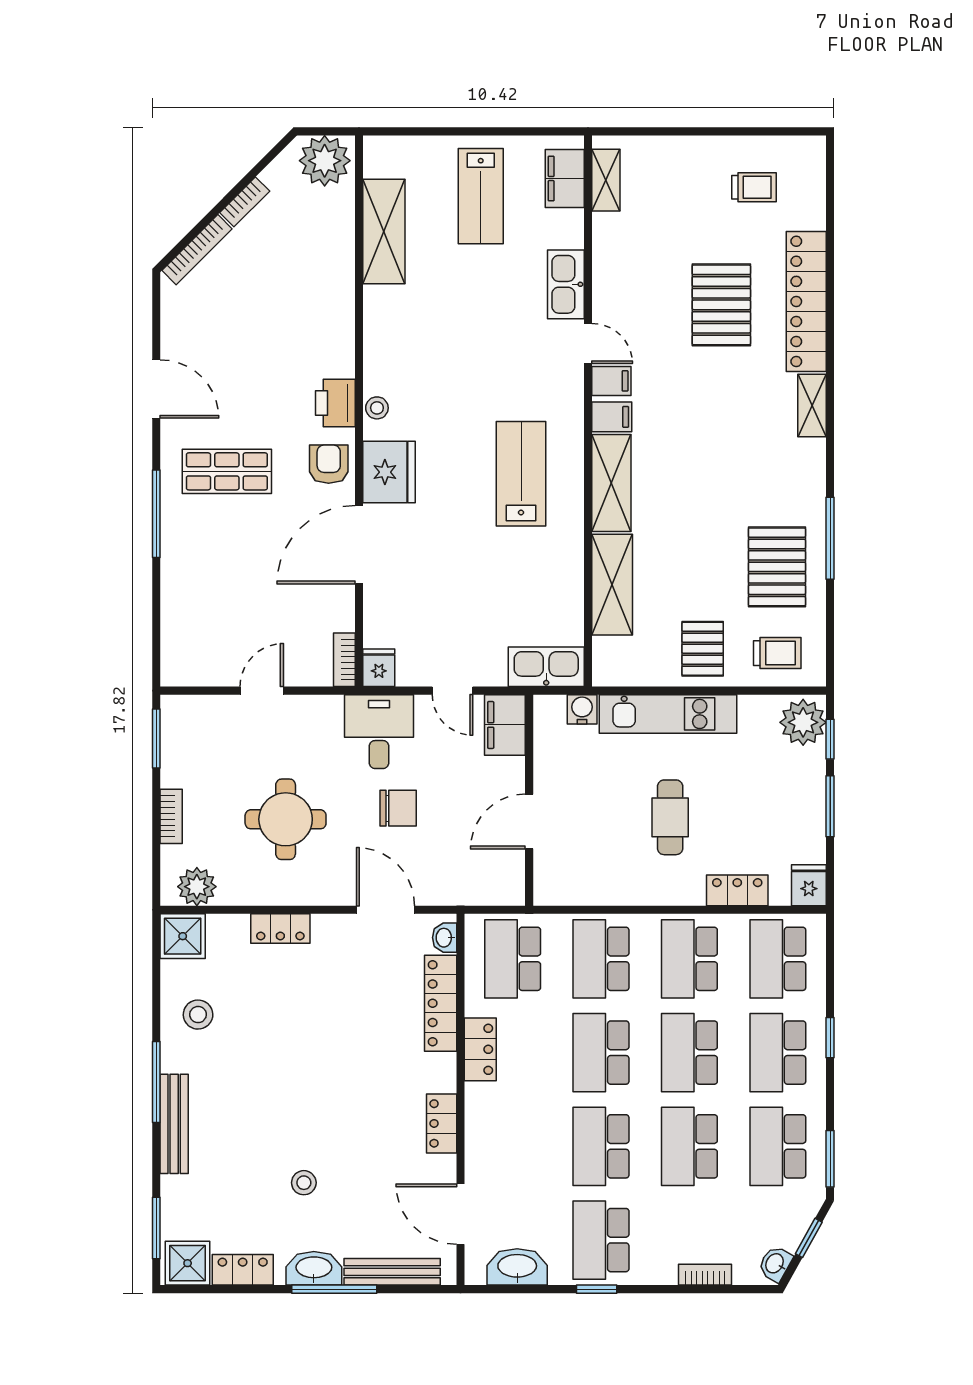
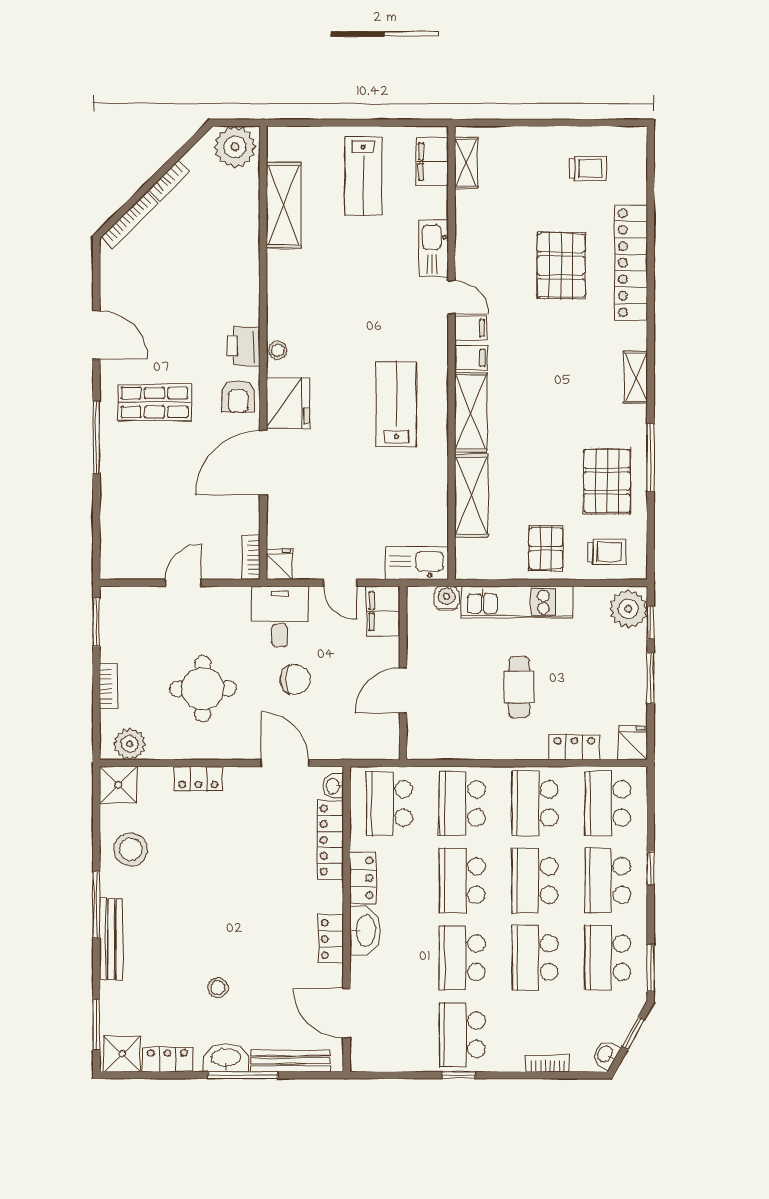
shelving: (812, 406) -> (636, 377), moved
armchair: (329, 464) -> (238, 397), turned 180
stool: (198, 1015) -> (131, 849), width x1.38, depth x1.38
washbasin: (517, 1267) -> (365, 931), moved, turned 90

